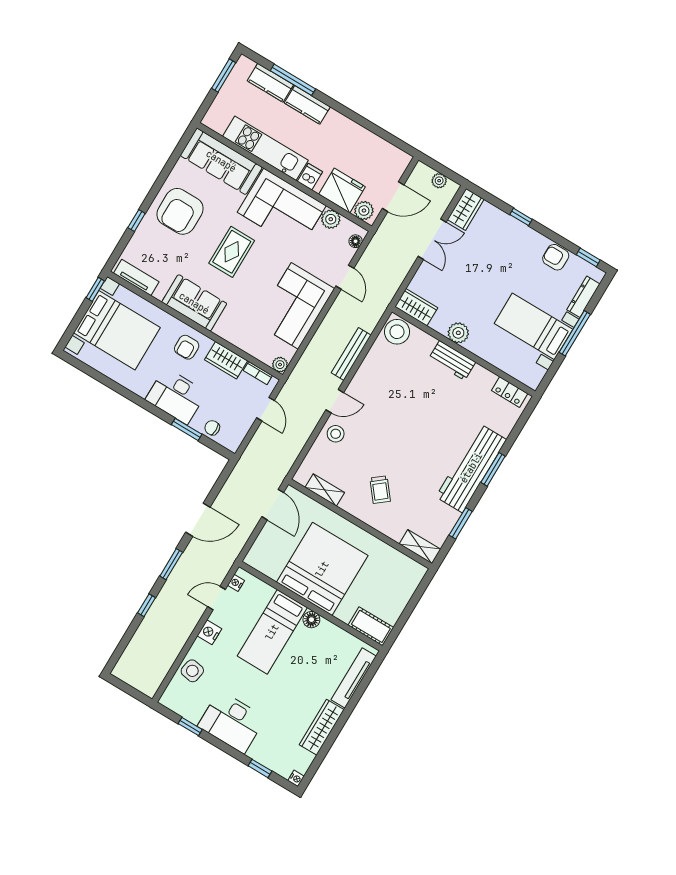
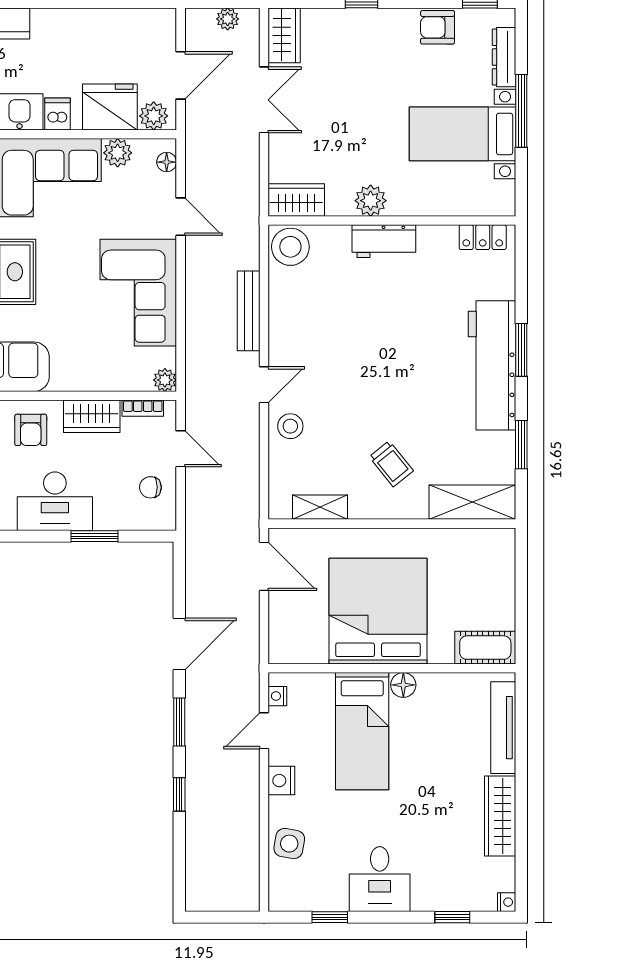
chair: (212, 428) -> (150, 487), moved
shelving: (420, 547) -> (472, 502), width x1.50, depth x1.33
desk: (232, 722) -> (380, 879), width x0.73

